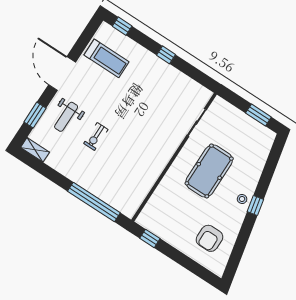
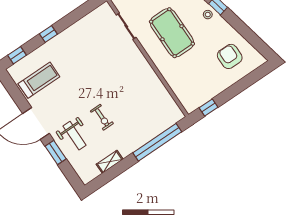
window: (166, 55) -> (48, 34), moved
window: (35, 115) -> (56, 152), moved
shelving: (35, 150) -> (110, 162), moved
armchair: (209, 238) -> (230, 56), turned 180

